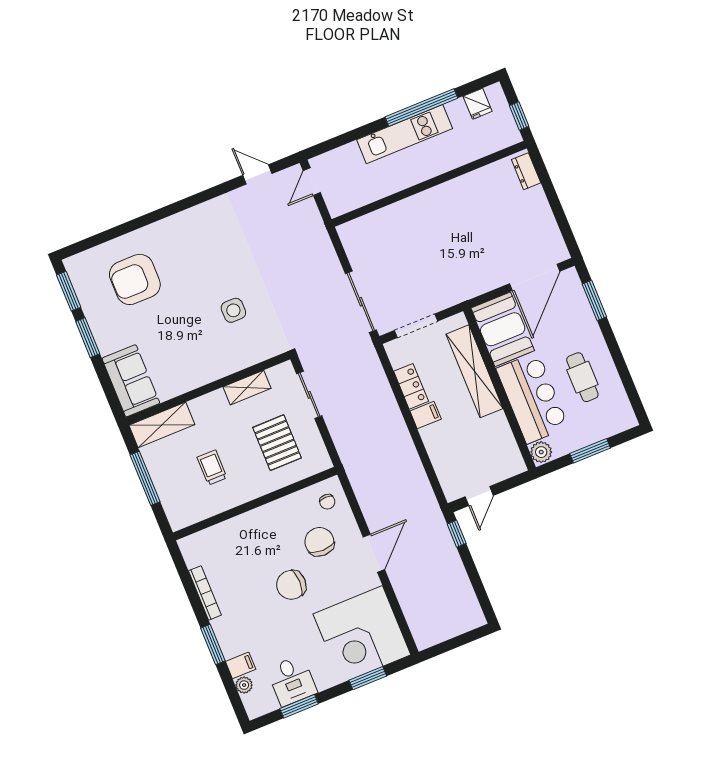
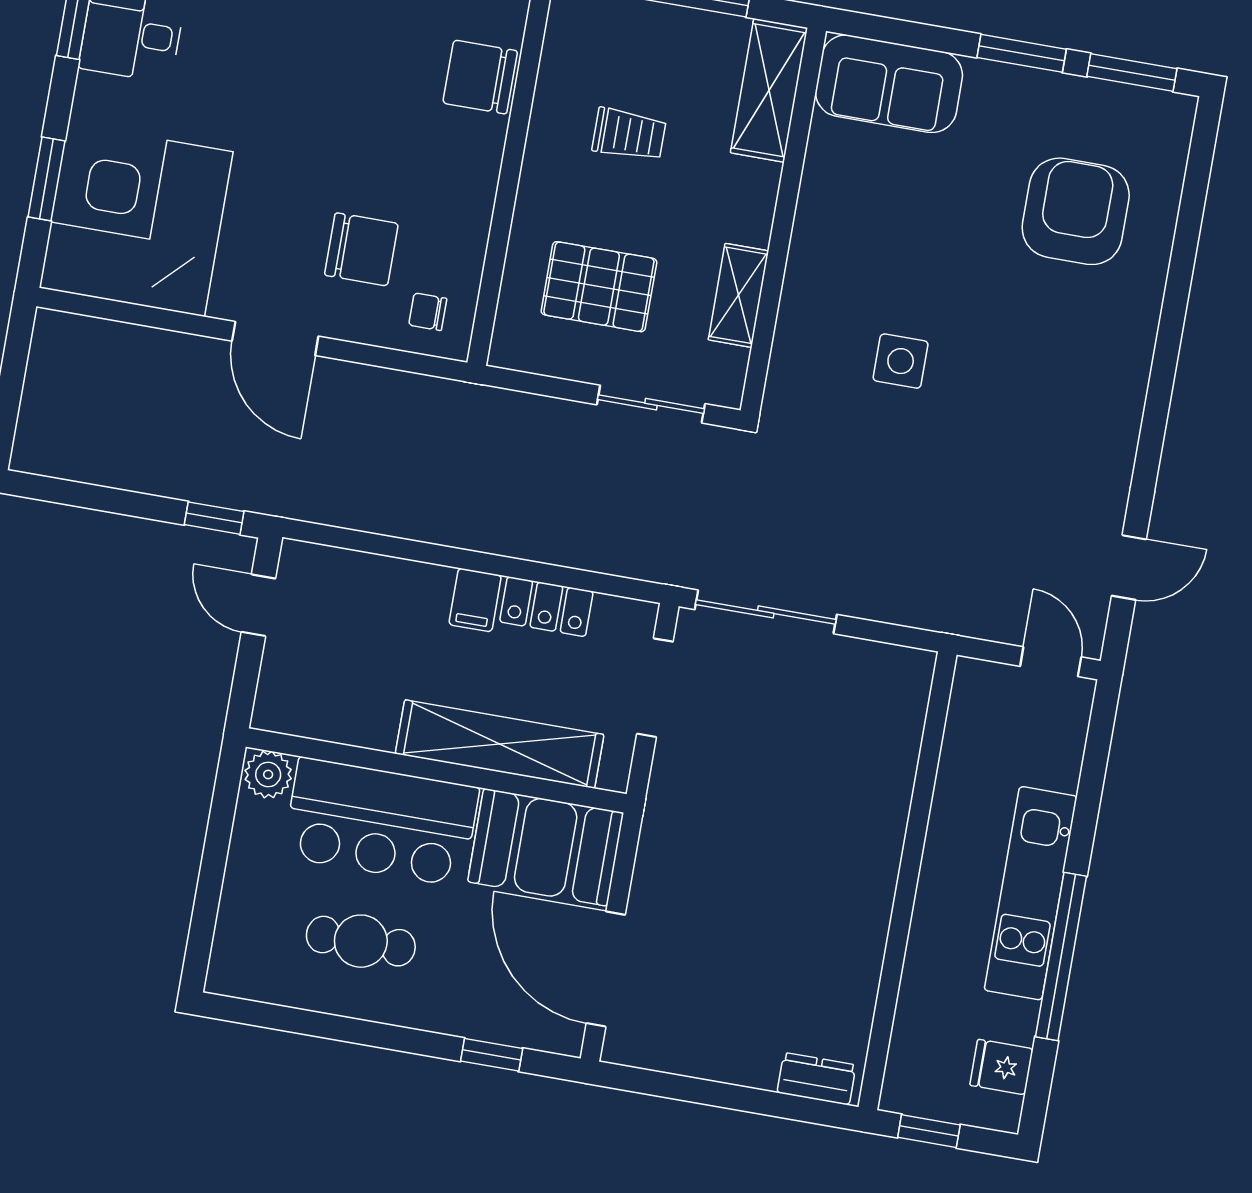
window: (594, 300) -> (492, 1055), width x0.67
window: (590, 451) -> (213, 868), removed
chair: (291, 585) -> (480, 77), moved, turned -90

